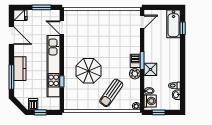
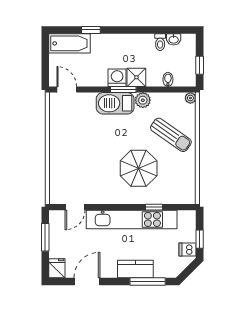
window: (183, 28) -> (91, 30), moved
barbecue: (135, 61) -> (115, 103), width x1.88, depth x1.53
washing machine: (150, 101) -> (117, 78), moved

